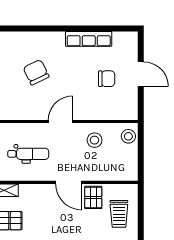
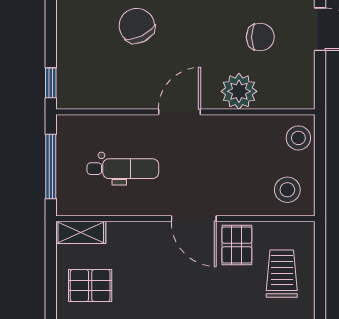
plant: (94, 110) -> (239, 91), added
stool: (95, 140) -> (287, 190), moved
trolley: (119, 214) -> (282, 274), turned 180

